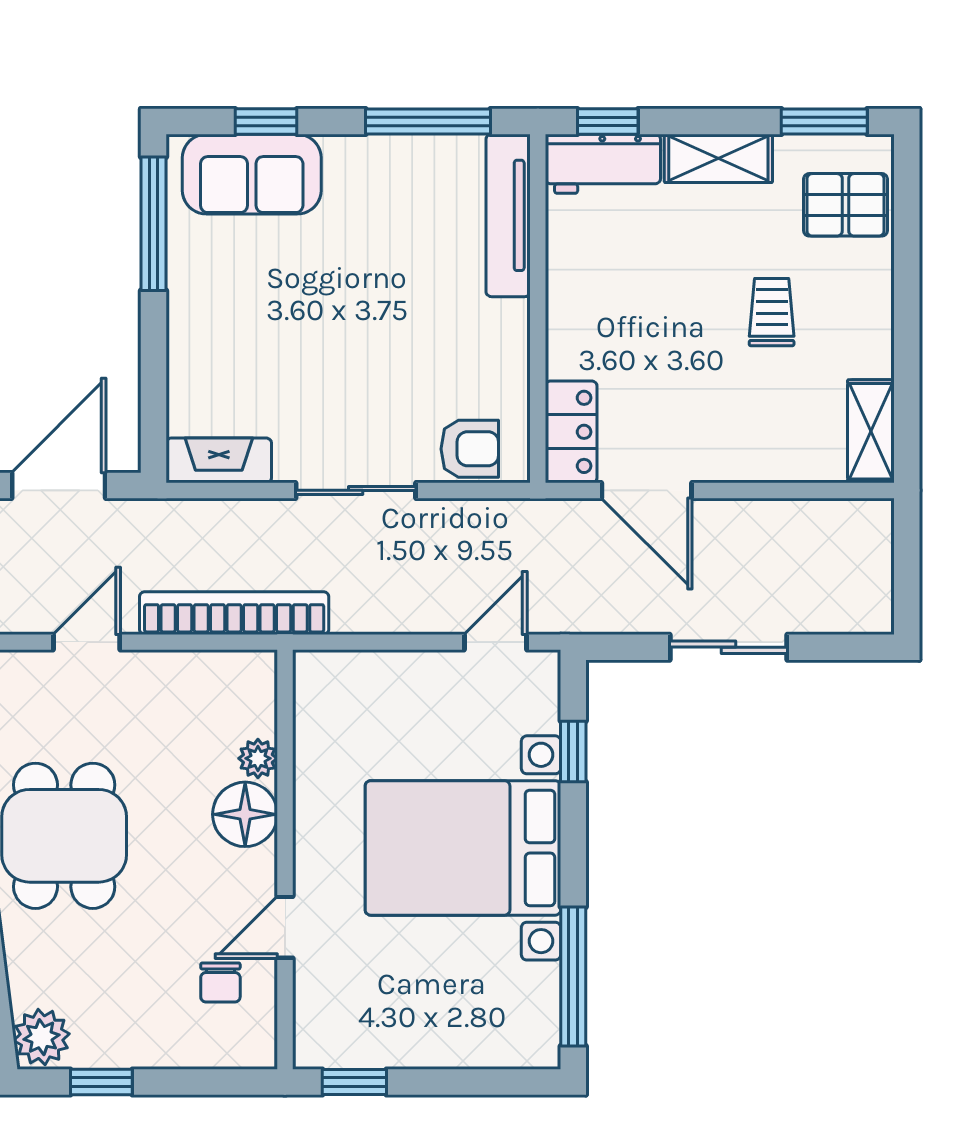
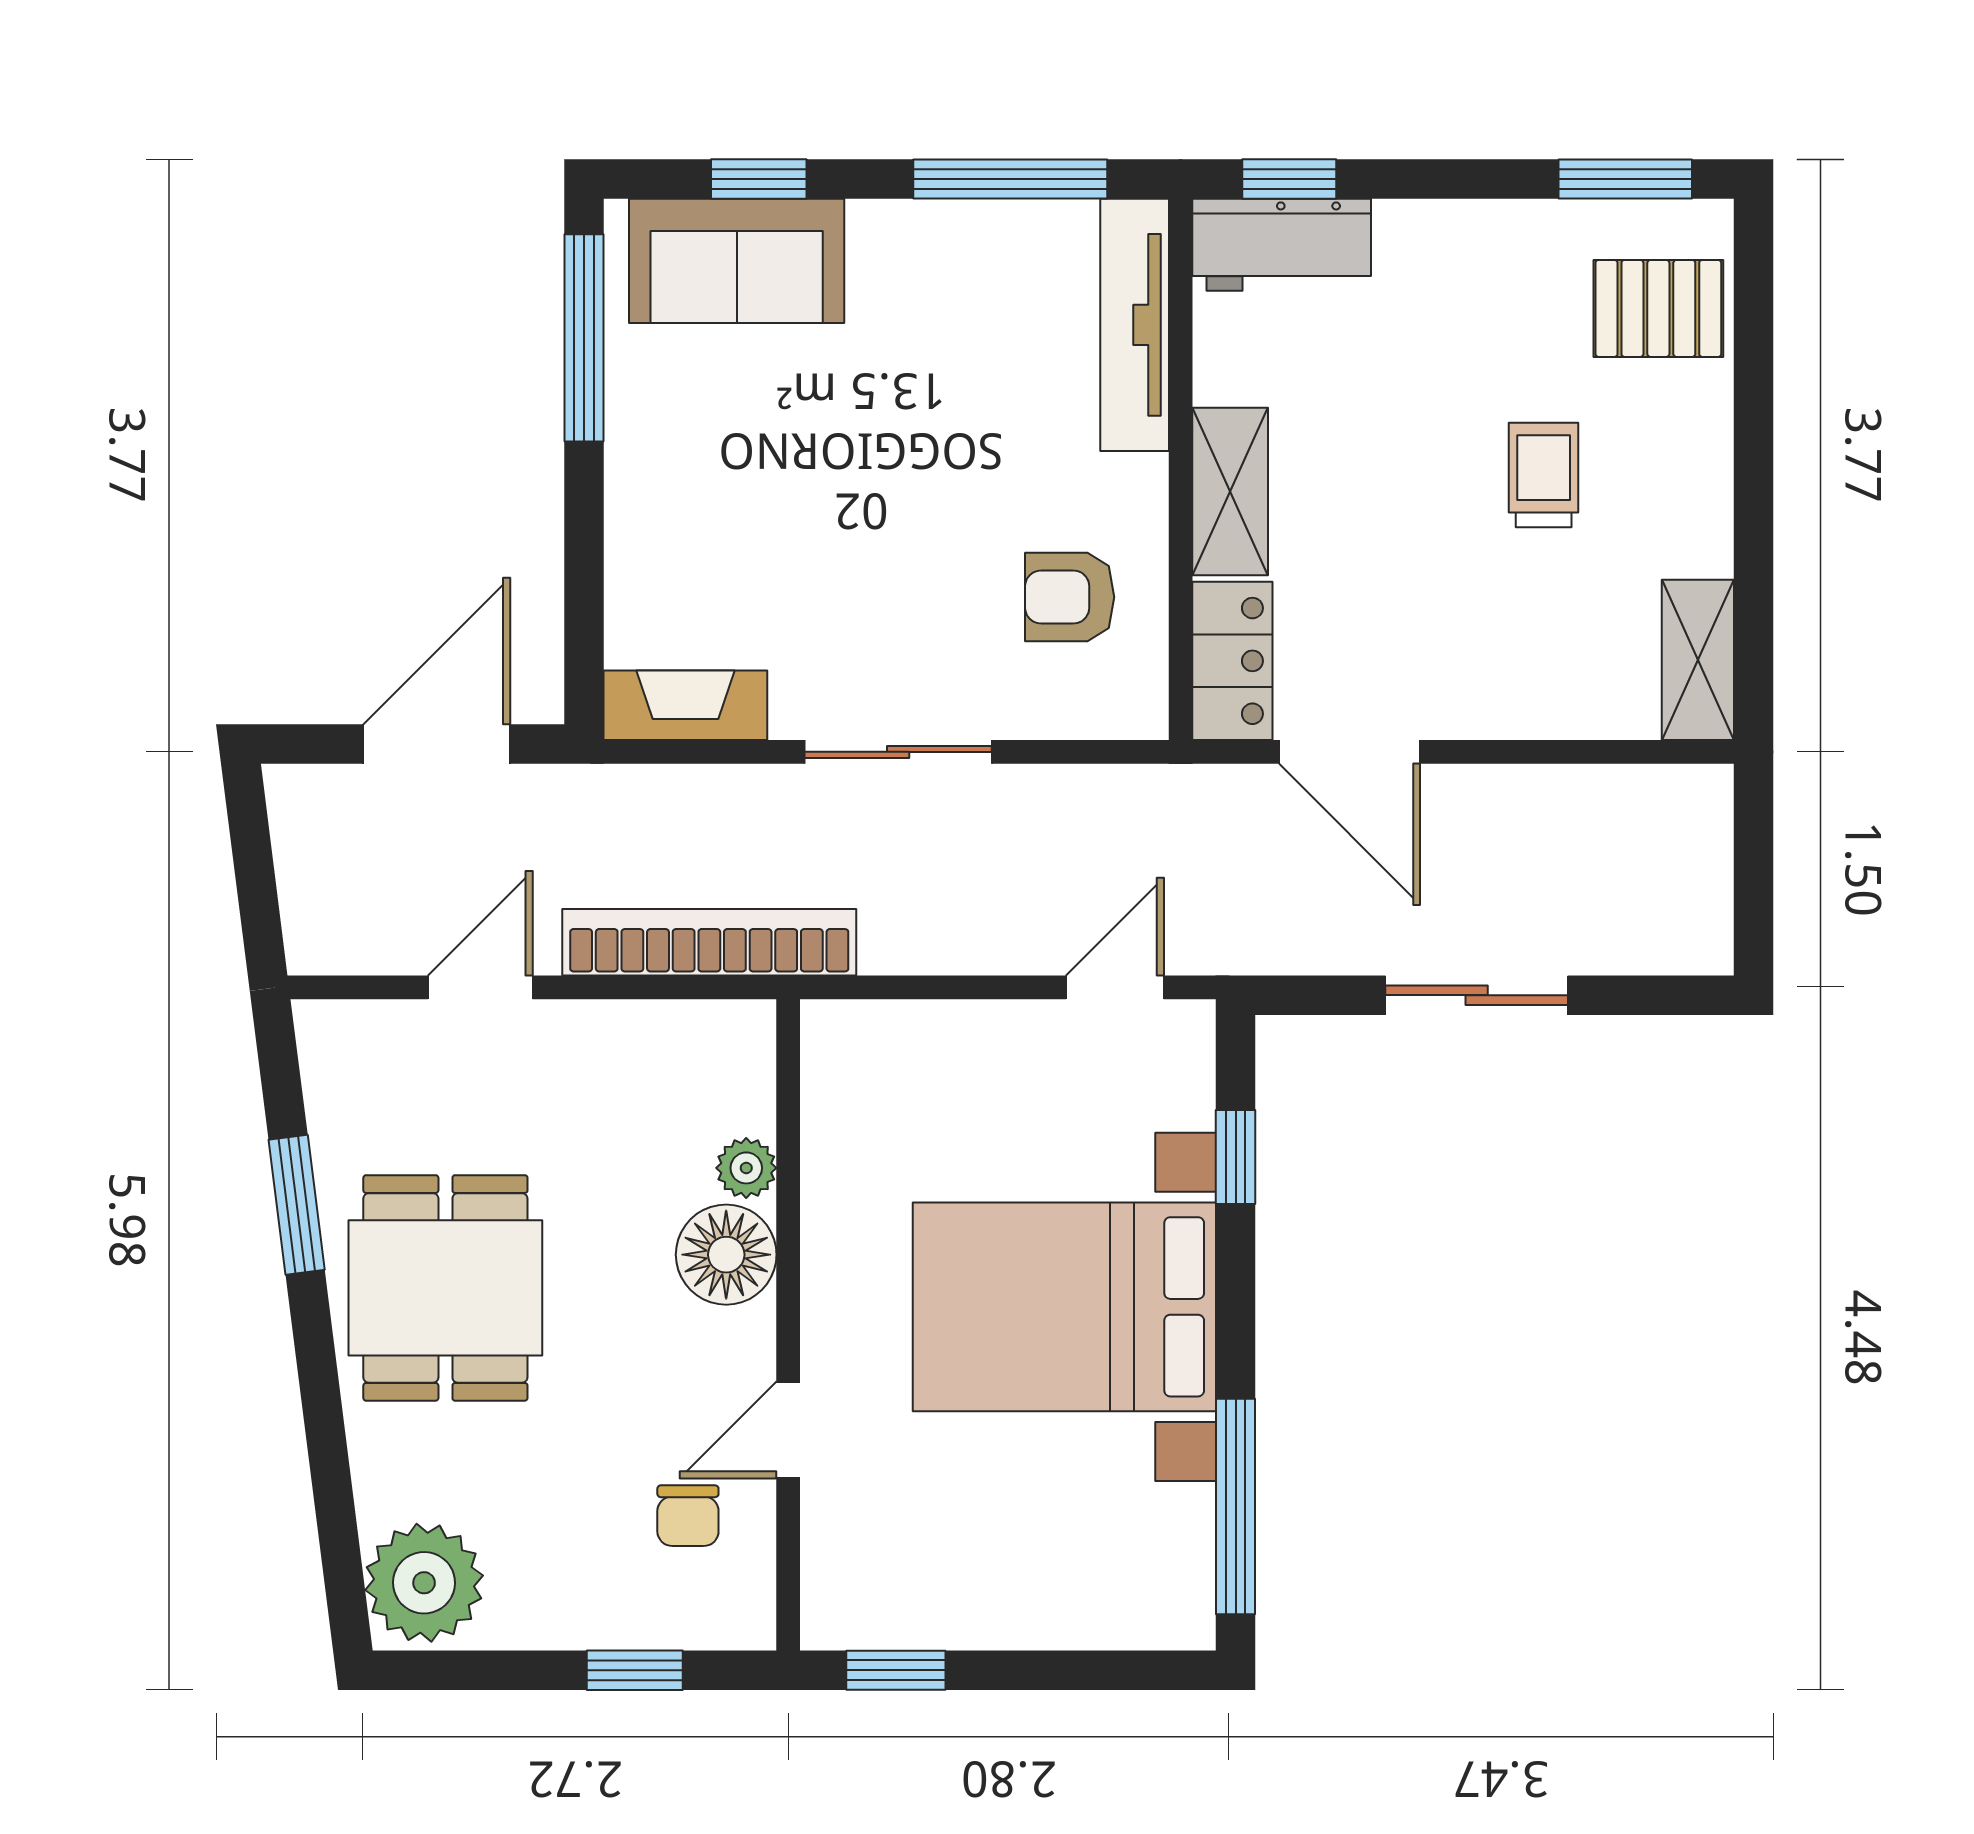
shelving: (718, 158) -> (1230, 491), moved, turned 90
armchair: (470, 449) -> (1070, 597), moved, turned 180
plant: (42, 1037) -> (424, 1583), width x1.36, depth x1.36
window: (101, 1082) -> (635, 1670), moved

